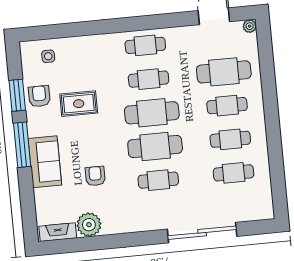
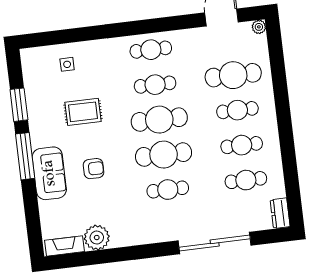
side table: (48, 56) -> (67, 64), moved
armchair: (39, 96) -> (42, 105), removed
armchair: (95, 176) -> (94, 169), moved, turned 90
dresser: (266, 206) -> (280, 213), added

